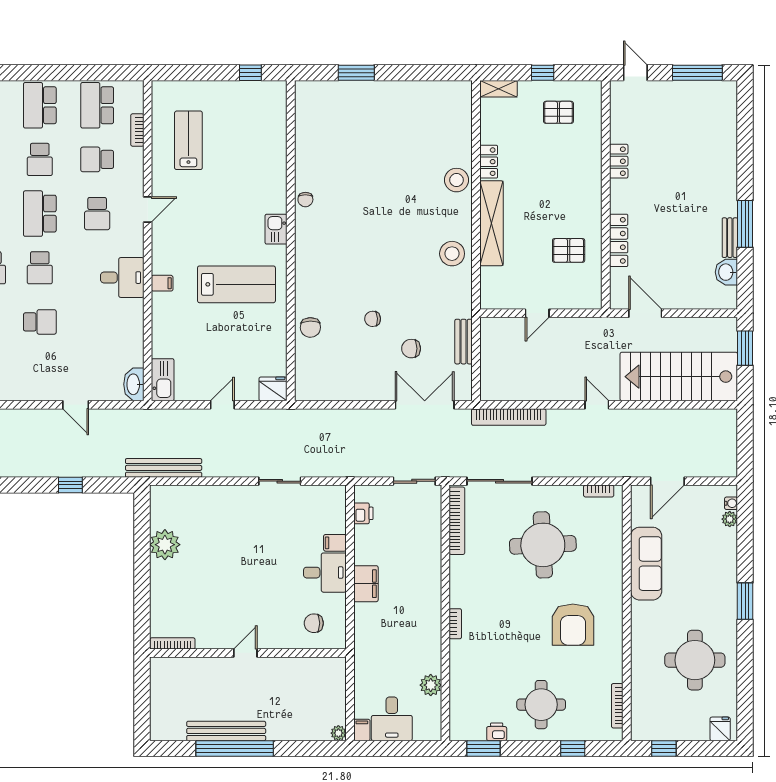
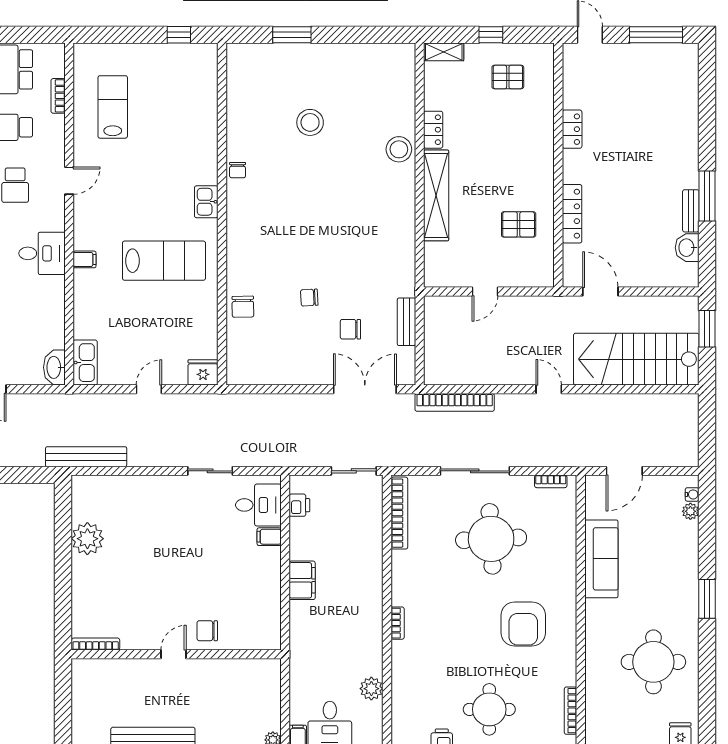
stool: (452, 254) -> (310, 122), moved
sliding door: (500, 481) -> (475, 471), moved
desk: (325, 573) -> (258, 505), moved
chair: (314, 623) -> (207, 631), moved

